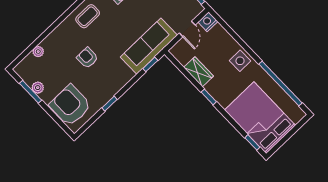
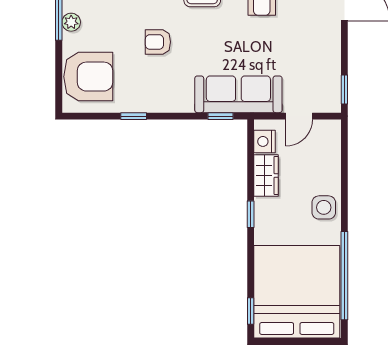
nightstand: (208, 22) -> (265, 141), moved, turned -90
armchair: (87, 58) -> (158, 42), turned -90
armchair: (70, 105) -> (88, 77), turned 90
bed: (260, 118) -> (297, 292), width x1.36

